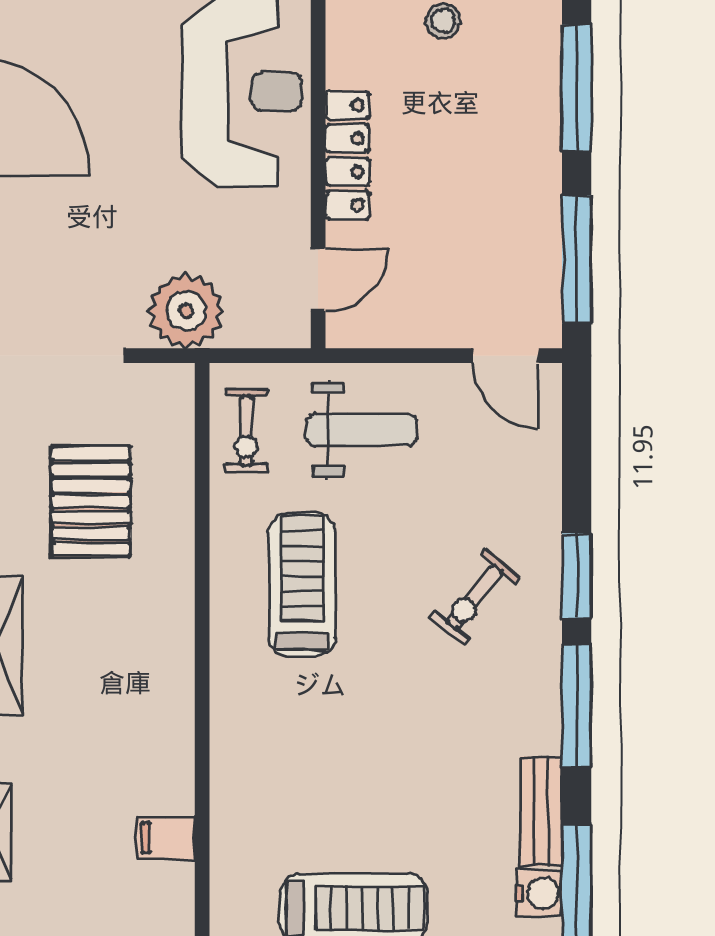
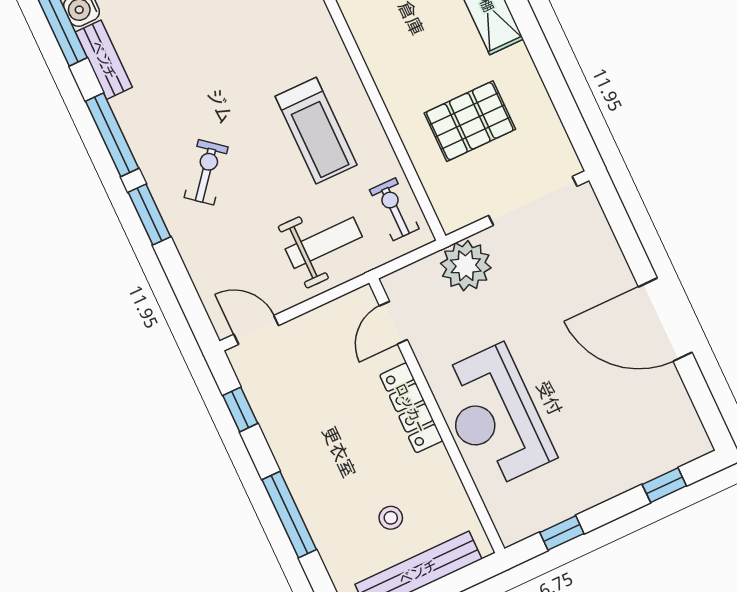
window: (577, 259) -> (240, 409), width x0.46
weight bench: (361, 430) -> (324, 243), turned 180
pallet: (91, 501) -> (470, 121), turned 90

